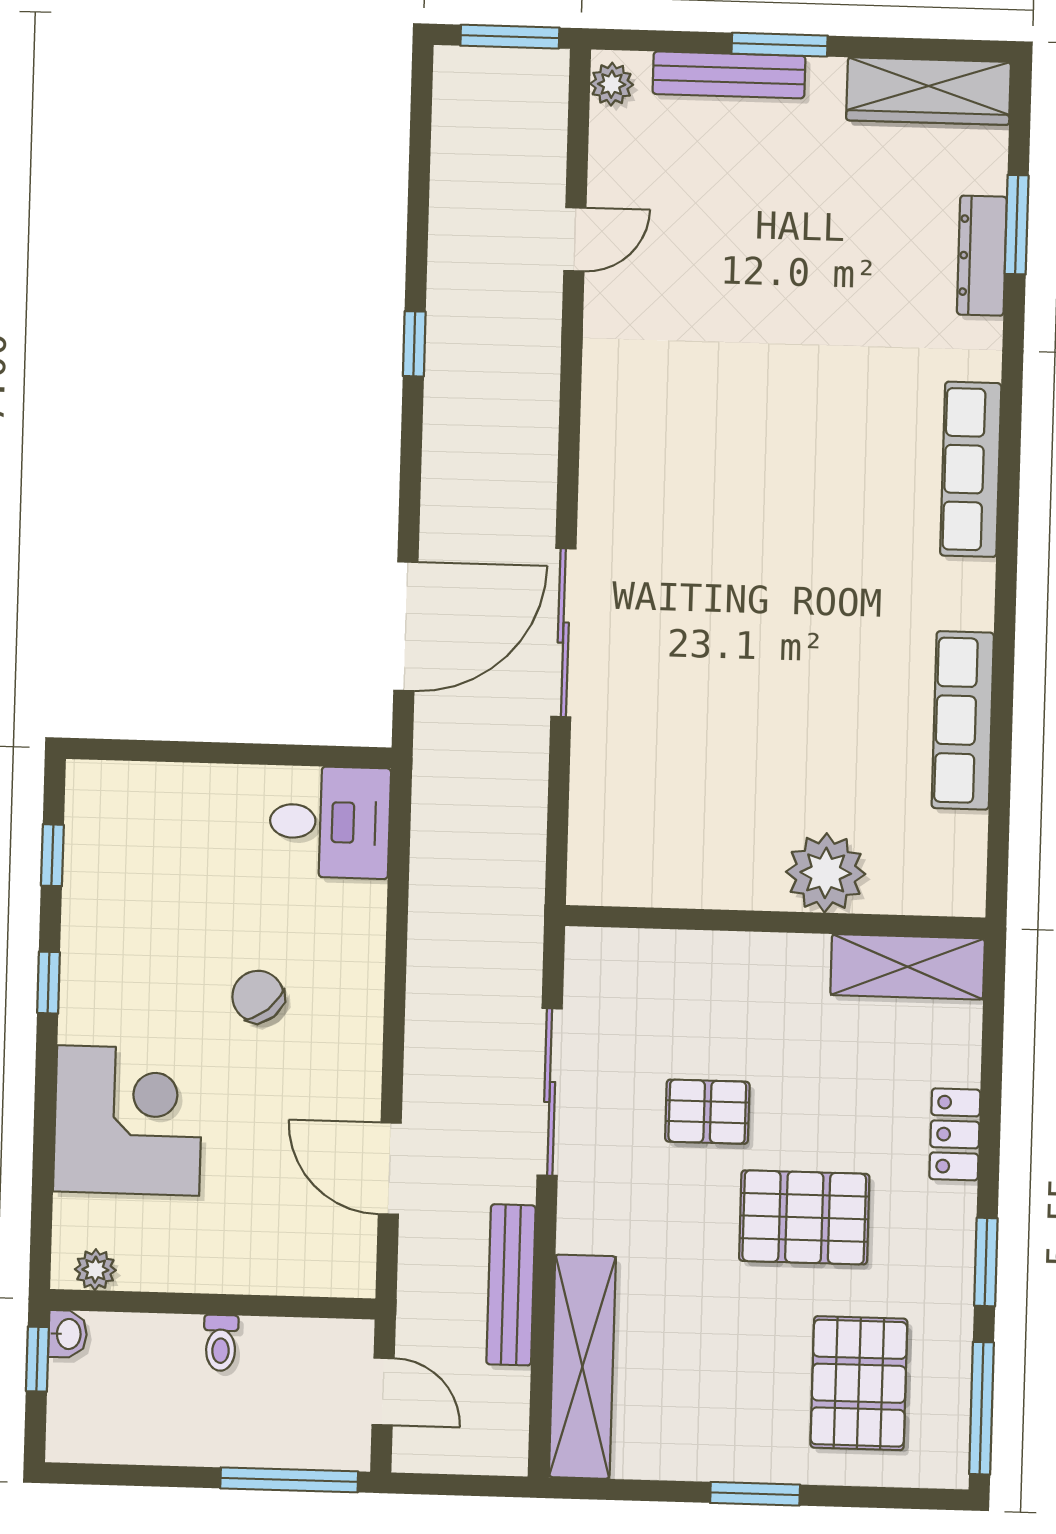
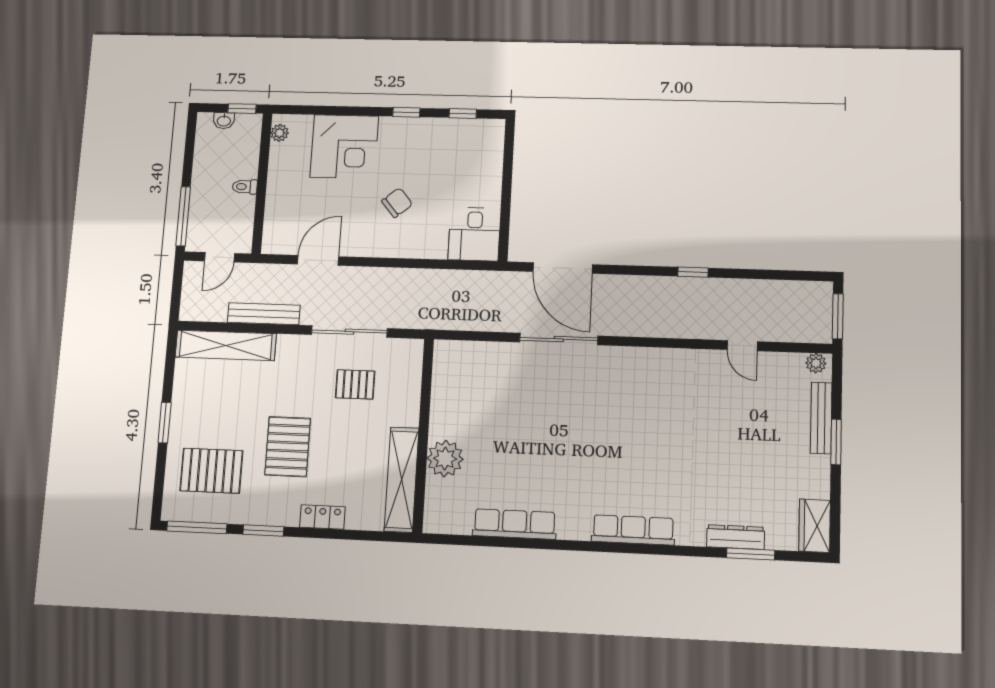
wardrobe: (928, 91) -> (815, 526), width x0.67
shelving: (908, 967) -> (402, 480), width x1.47
pallet: (707, 1112) -> (355, 384), moved, turned 90
washbasin: (68, 1334) -> (224, 121), moved

